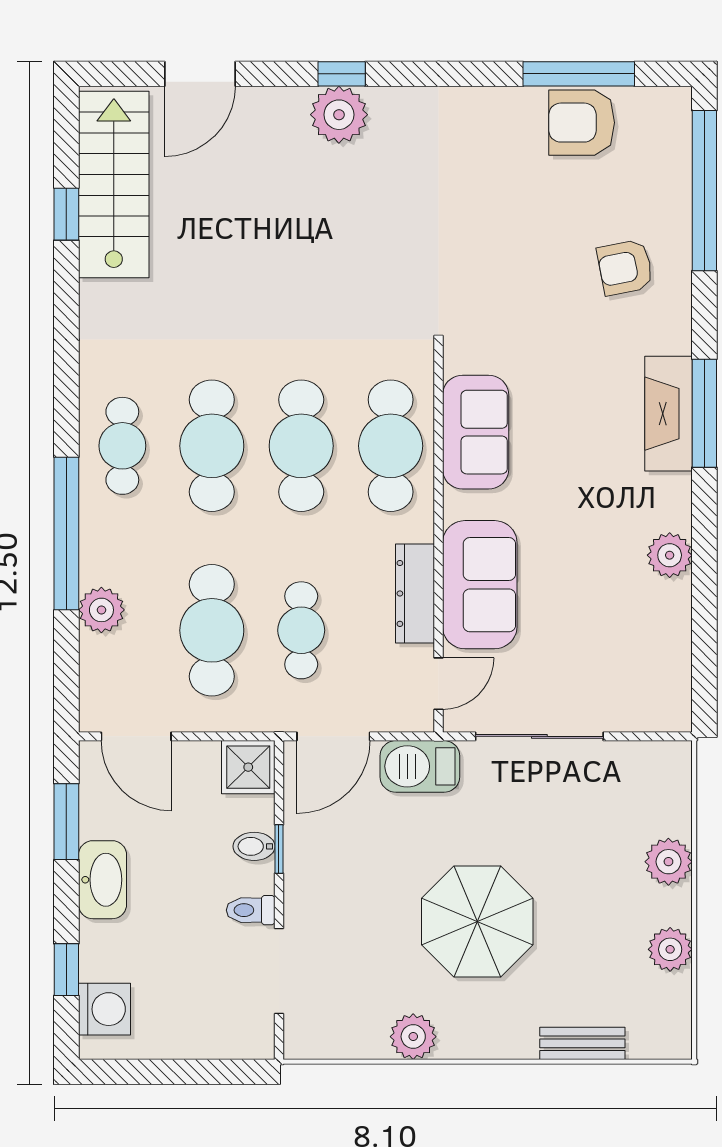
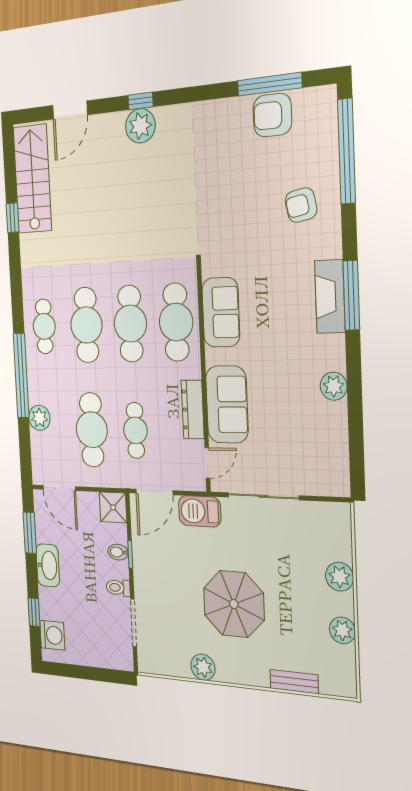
window: (66, 214) -> (13, 218), moved

